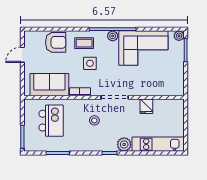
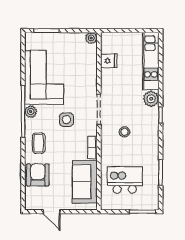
plant: (179, 36) -> (91, 38), moved
side table: (90, 63) -> (66, 120), moved
fridge: (146, 106) -> (109, 61), moved

